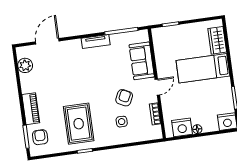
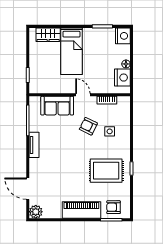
plant: (25, 65) -> (36, 212), moved
piano: (31, 109) -> (81, 210), width x1.37, depth x1.33

